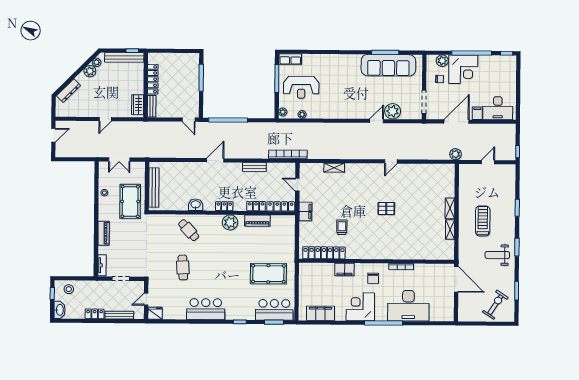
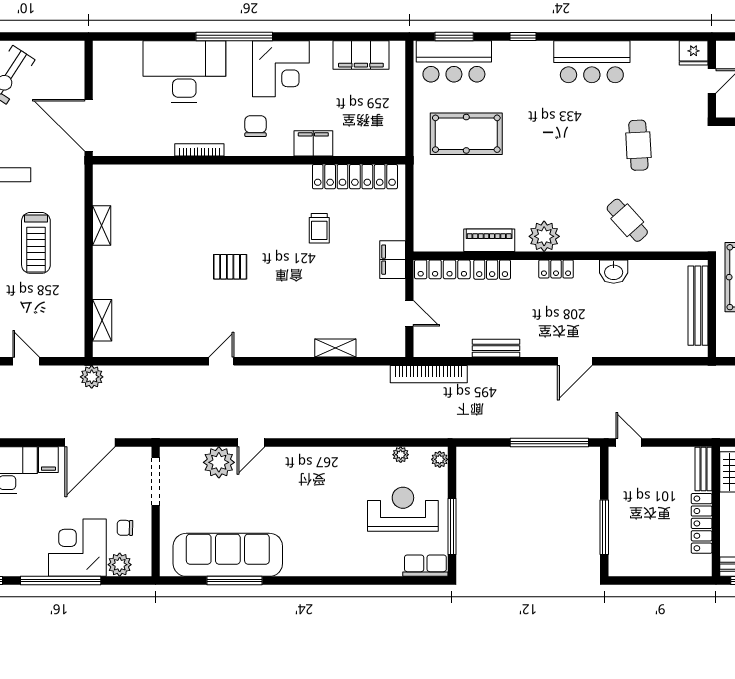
door: (488, 162) -> (26, 361), swing flipped
shelving: (450, 208) -> (102, 320), moved

